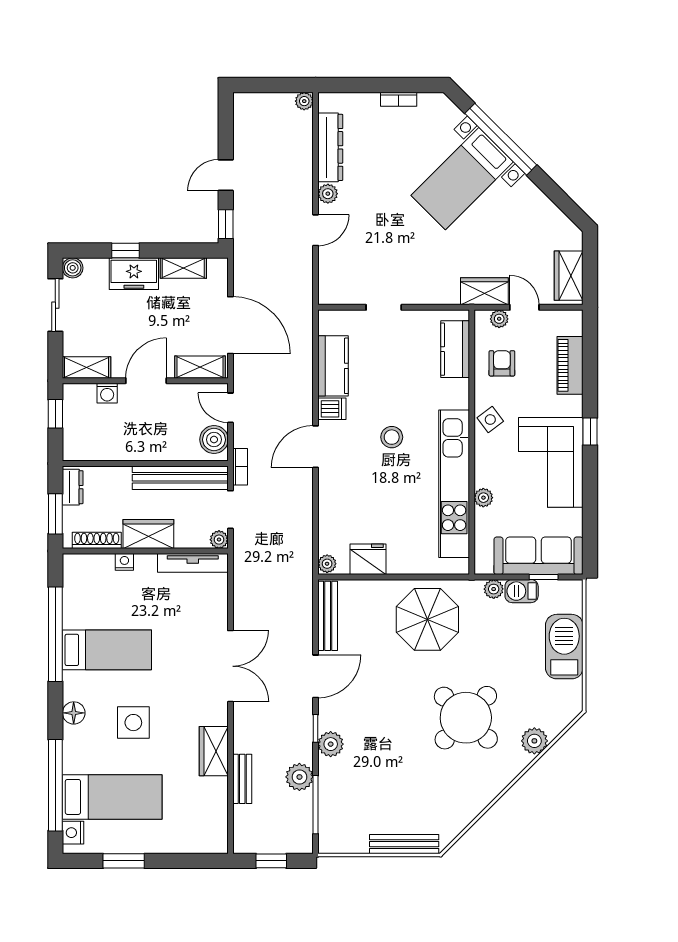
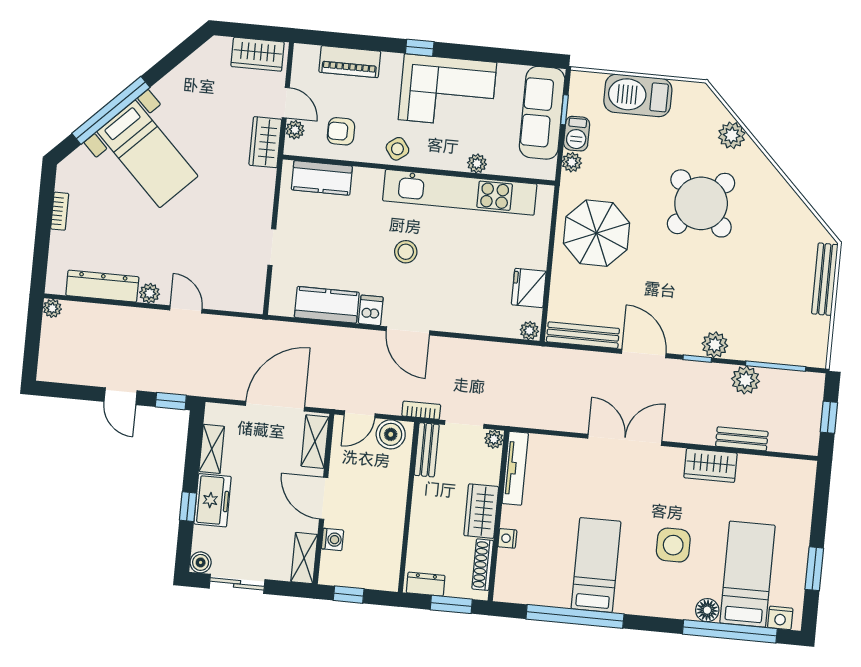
door: (524, 307) -> (286, 103), swing flipped
bench: (180, 478) -> (427, 450), width x0.54, depth x0.82
floor lamp: (74, 713) -> (707, 610), moved

